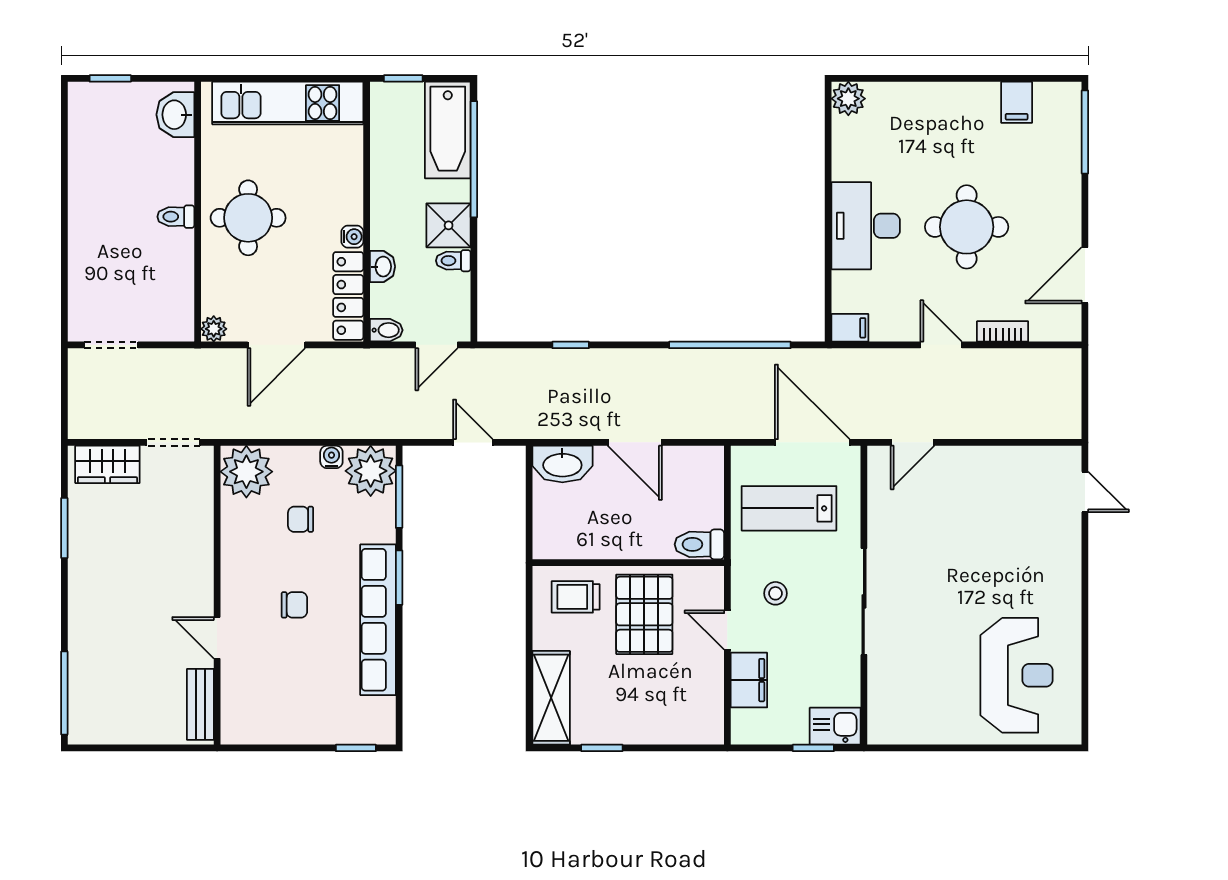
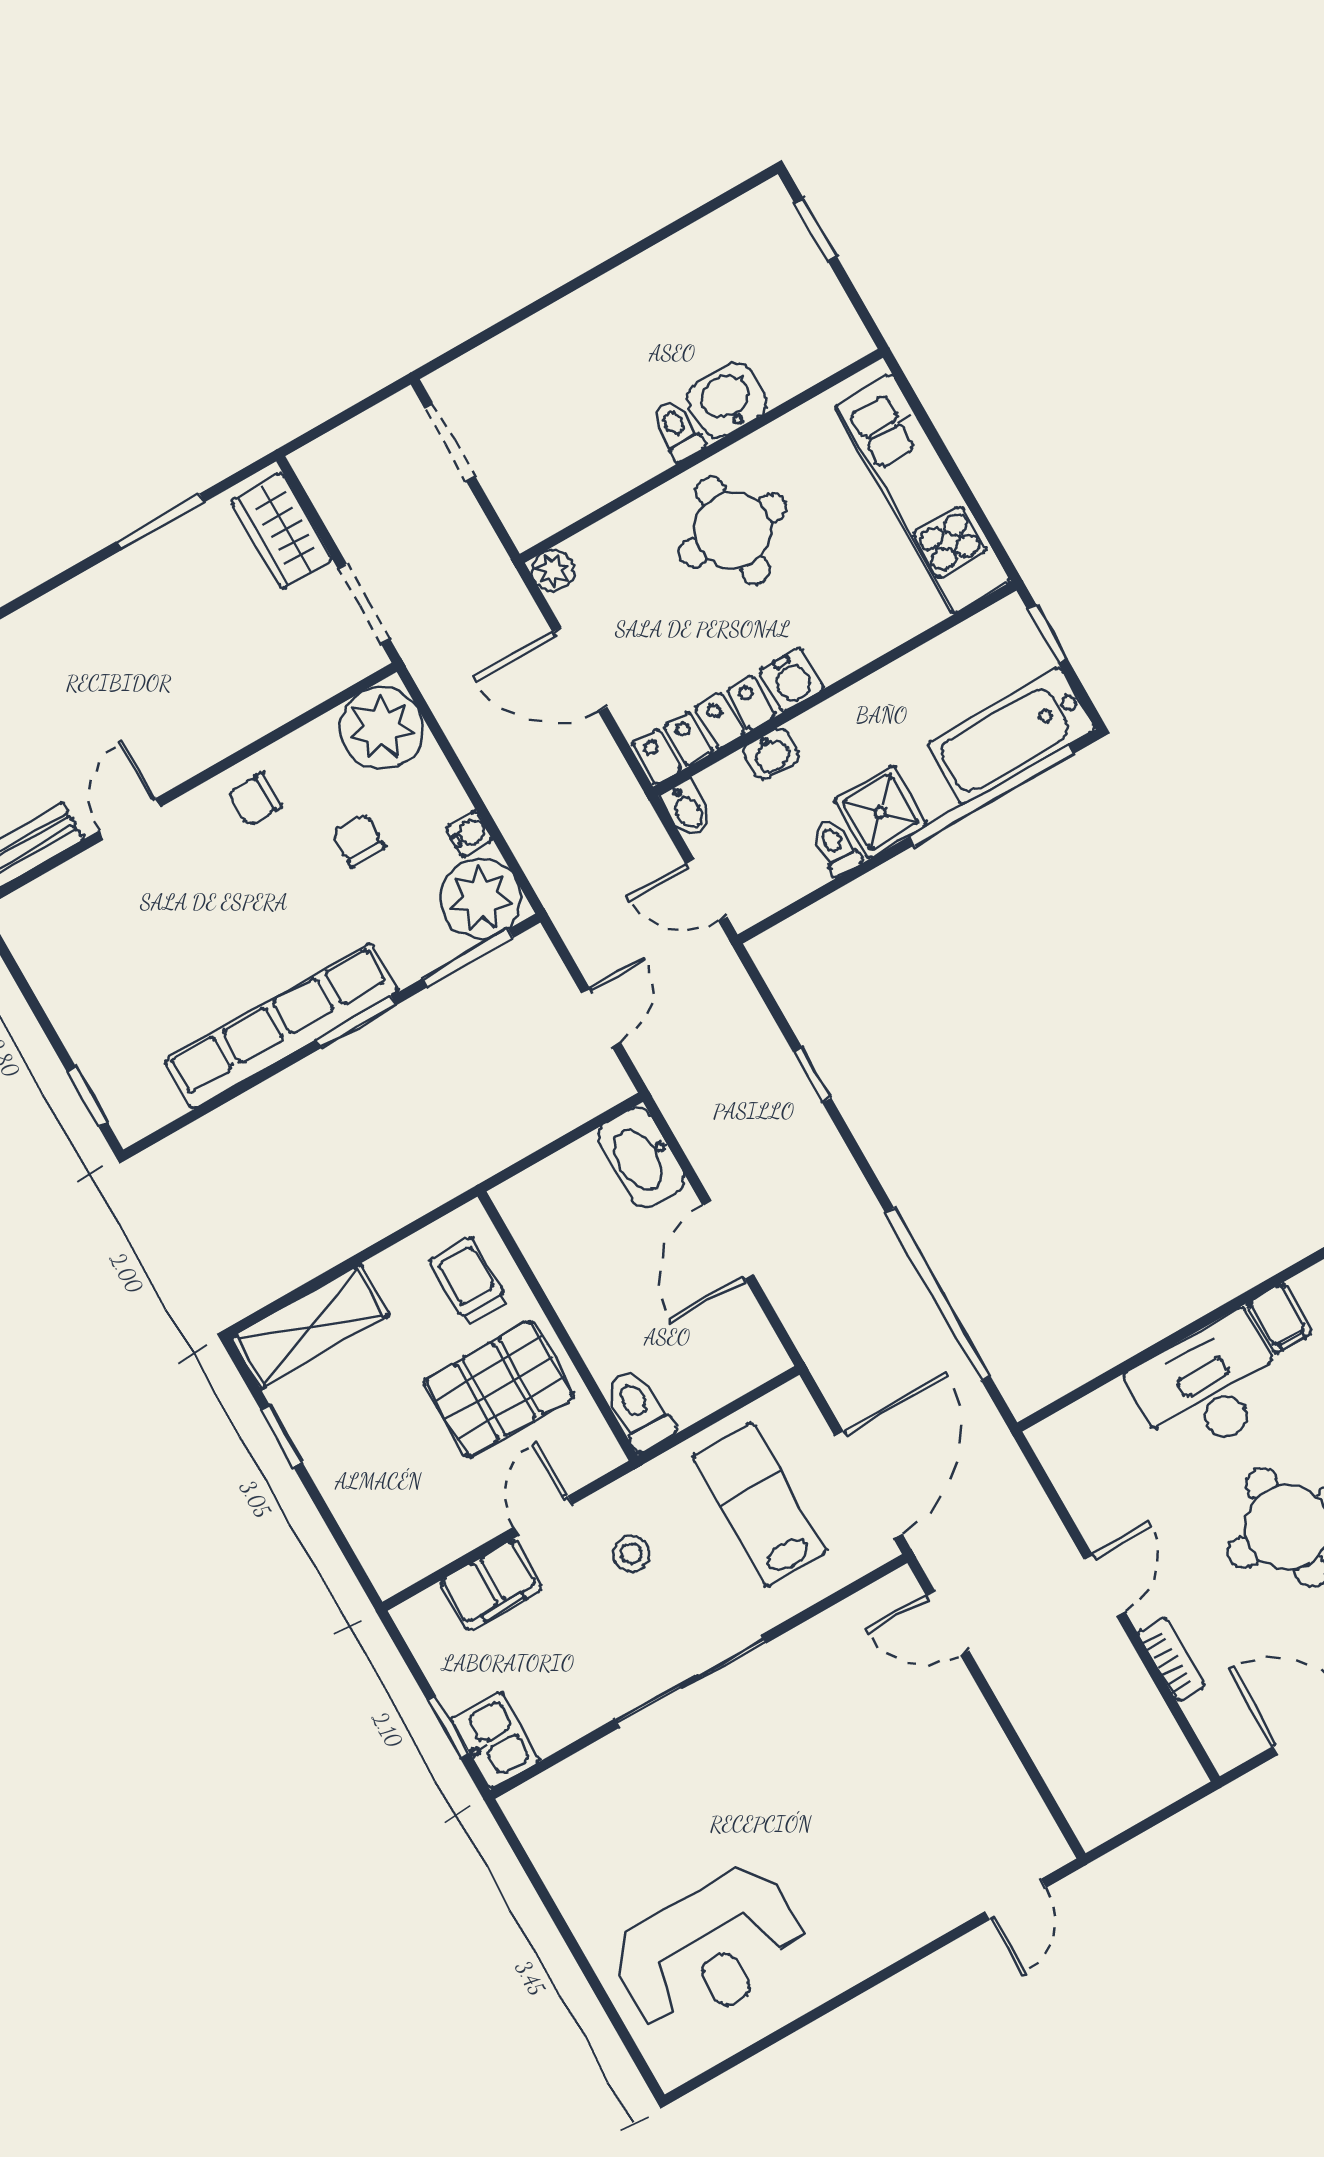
washbasin: (175, 115) -> (727, 400), moved
water cooler: (352, 237) -> (791, 680), width x1.38, depth x1.38
filing cabinet: (850, 328) -> (1279, 1318), moved
chair: (294, 605) -> (255, 800), moved, turned 90

